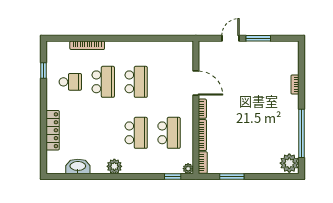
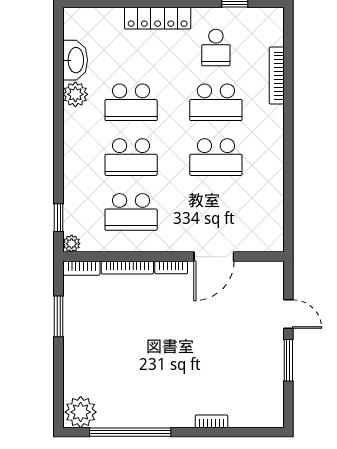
locker: (53, 130) -> (158, 18), moved
school desk: (103, 133) -> (131, 102), added
plant: (114, 166) -> (75, 94), moved

